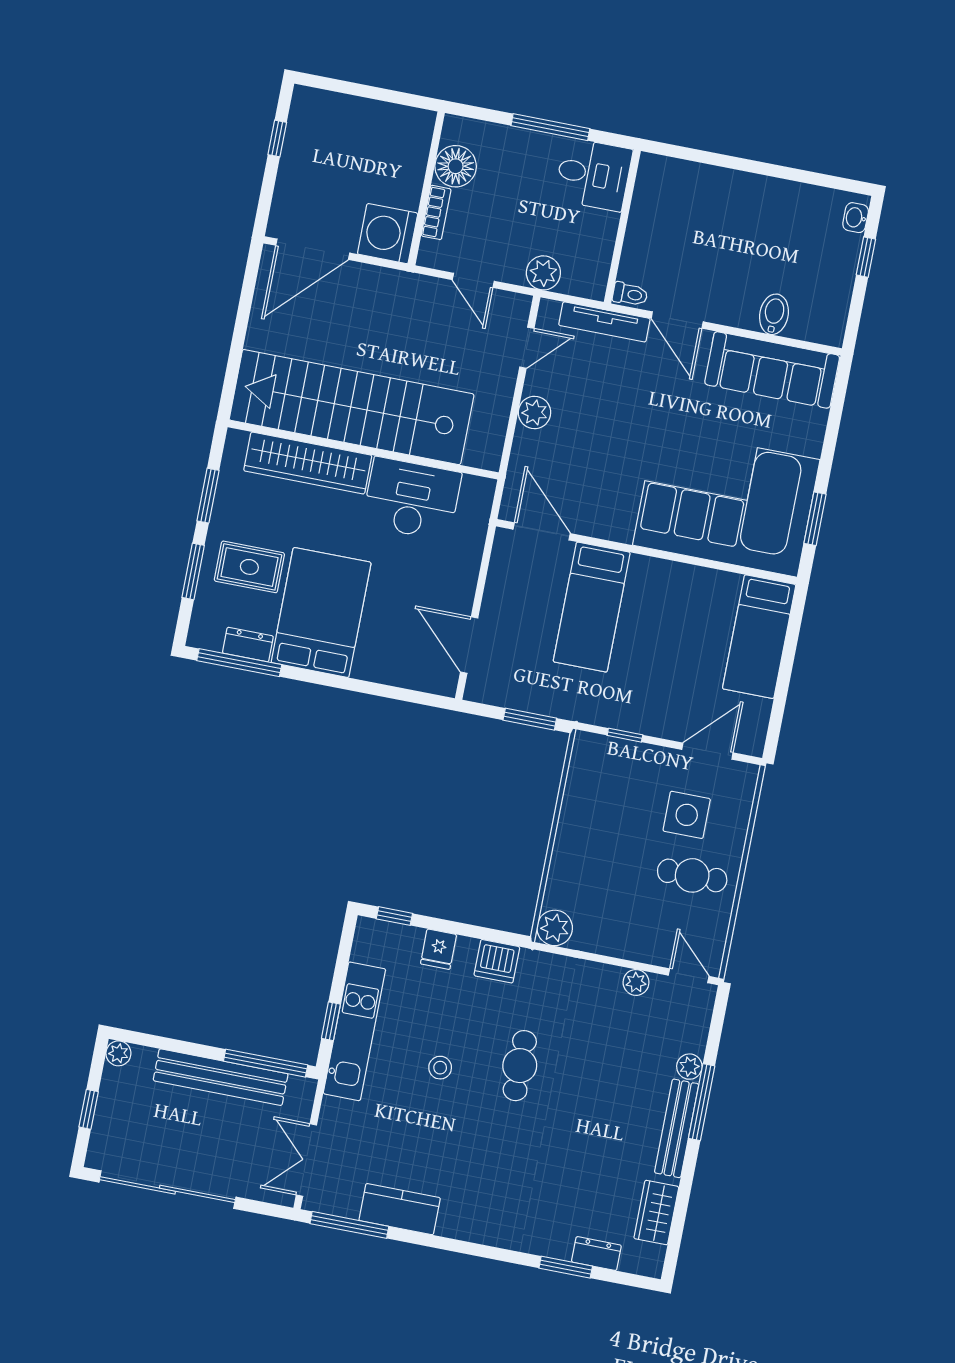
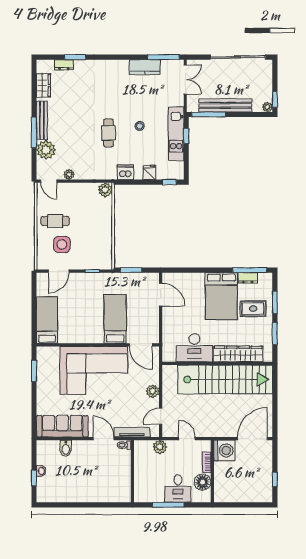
desk: (593, 174) -> (178, 488), moved, turned -90
washbasin: (856, 218) -> (41, 471), moved
corner sofa: (726, 502) -> (94, 370), moved
plant: (689, 1067) -> (46, 150), width x1.87, depth x1.87
window: (89, 1109) -> (275, 99), moved

